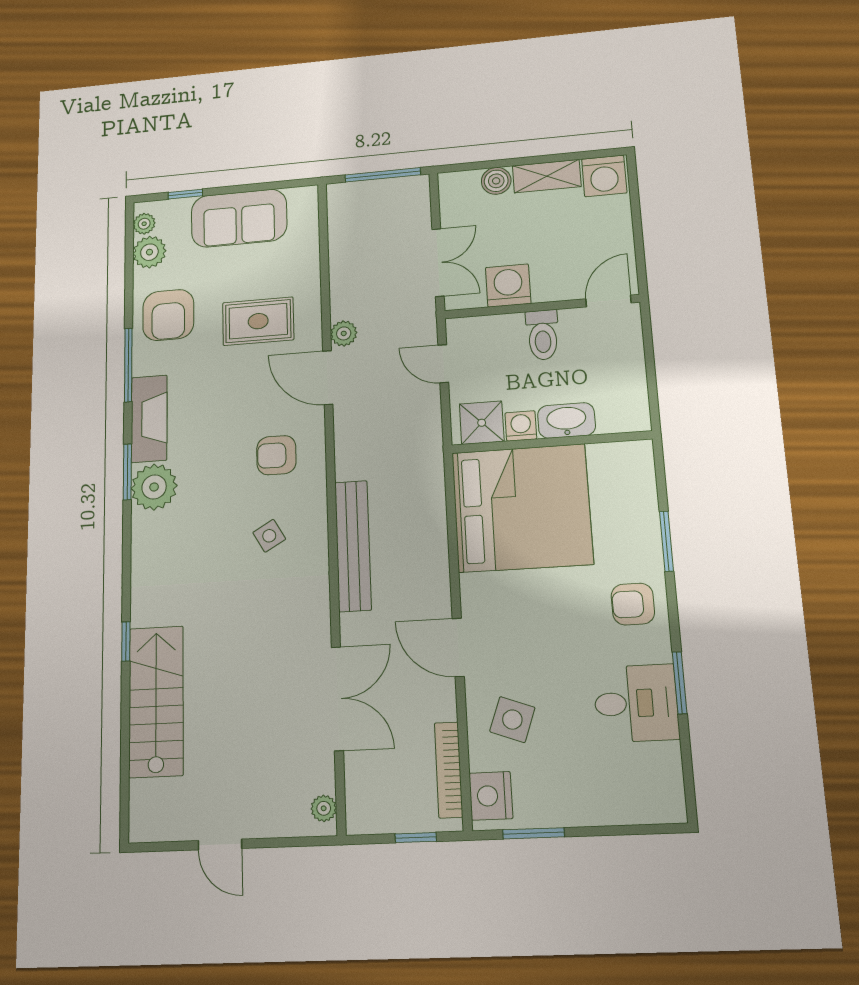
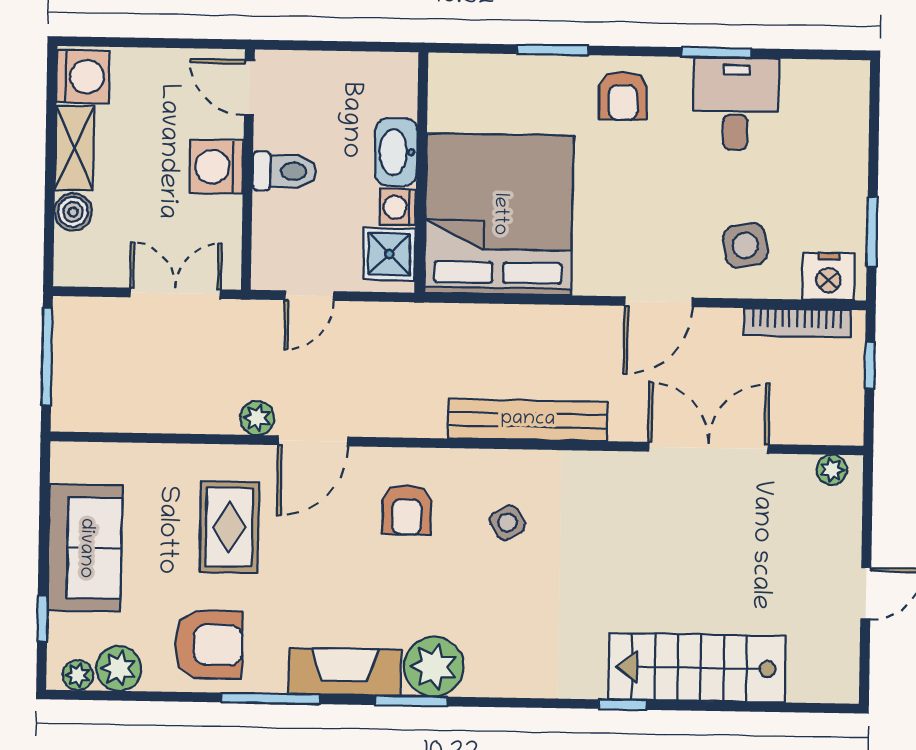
washing machine: (508, 285) -> (216, 167), moved
side table: (512, 720) -> (745, 245), turned -30

